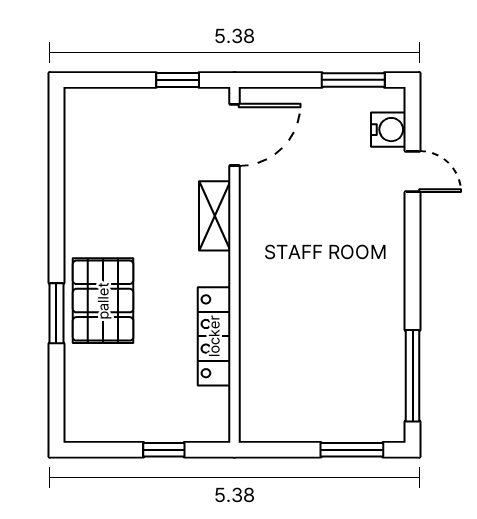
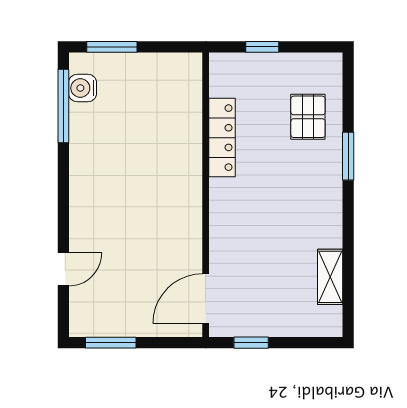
water cooler: (388, 130) -> (83, 88), moved
door: (413, 172) -> (63, 269), swing flipped
shelving: (215, 216) -> (330, 277), moved
pallet: (103, 301) -> (308, 117), moved, width x0.67, depth x0.71

